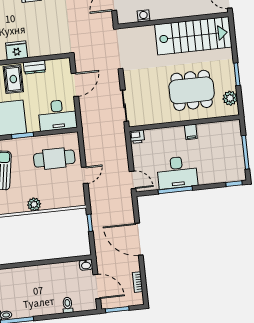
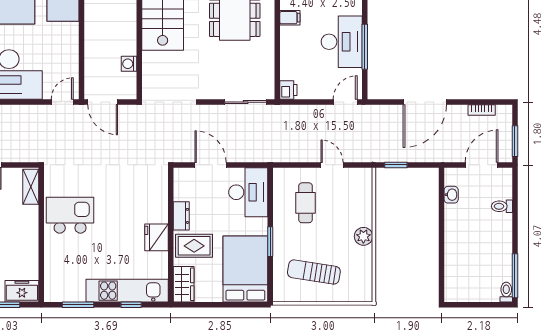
cafe table: (54, 159) -> (306, 203), width x0.73, depth x0.74
washbasin: (86, 265) -> (451, 195), moved

